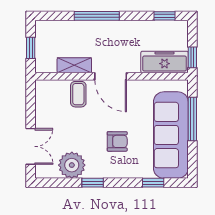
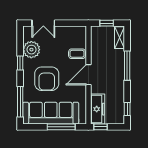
shelving: (74, 65) -> (120, 38), moved
armchair: (117, 141) -> (47, 79), width x1.88, depth x1.88
window: (153, 183) -> (20, 102), width x2.17

